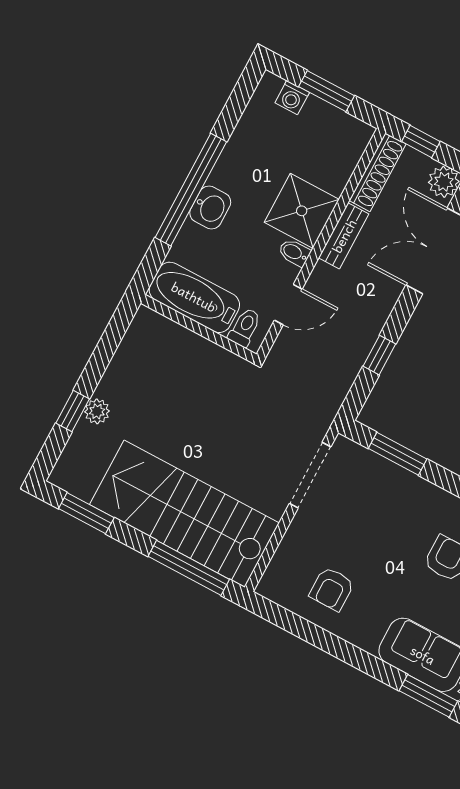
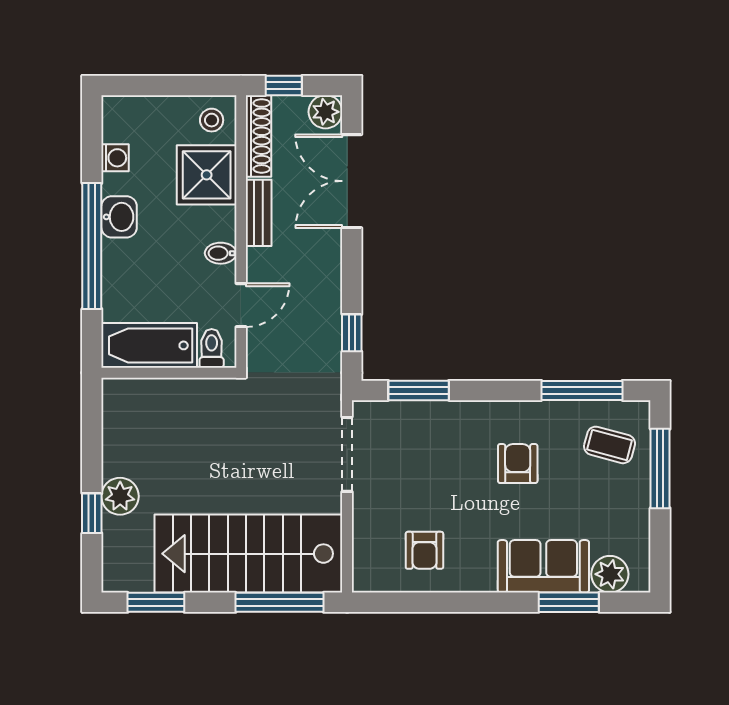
window: (327, 91) -> (170, 85), removed
washing machine: (292, 98) -> (115, 158), moved, turned -90
stool: (346, 138) -> (212, 120), added
washbasin: (210, 208) -> (119, 217), moved
shower: (302, 211) -> (207, 175), moved
window: (379, 355) -> (352, 333), moved
plant: (97, 411) -> (120, 496), width x1.38, depth x1.38

